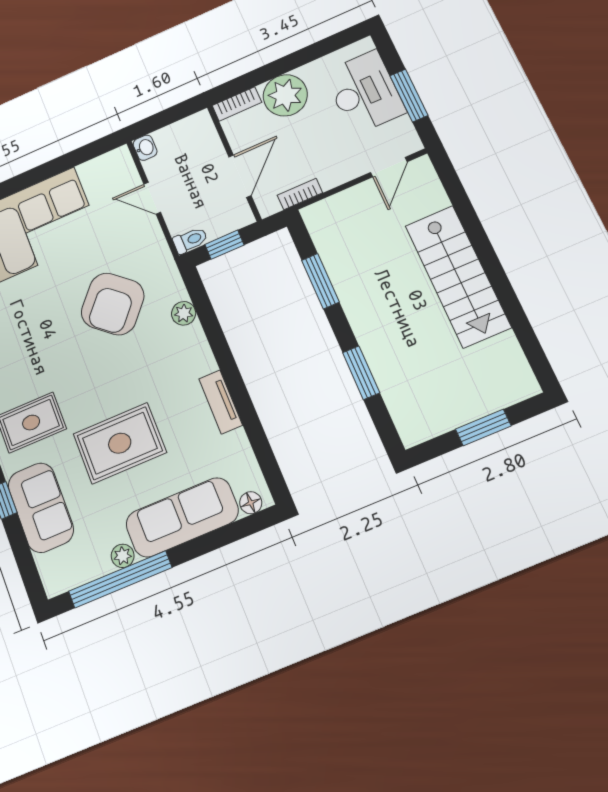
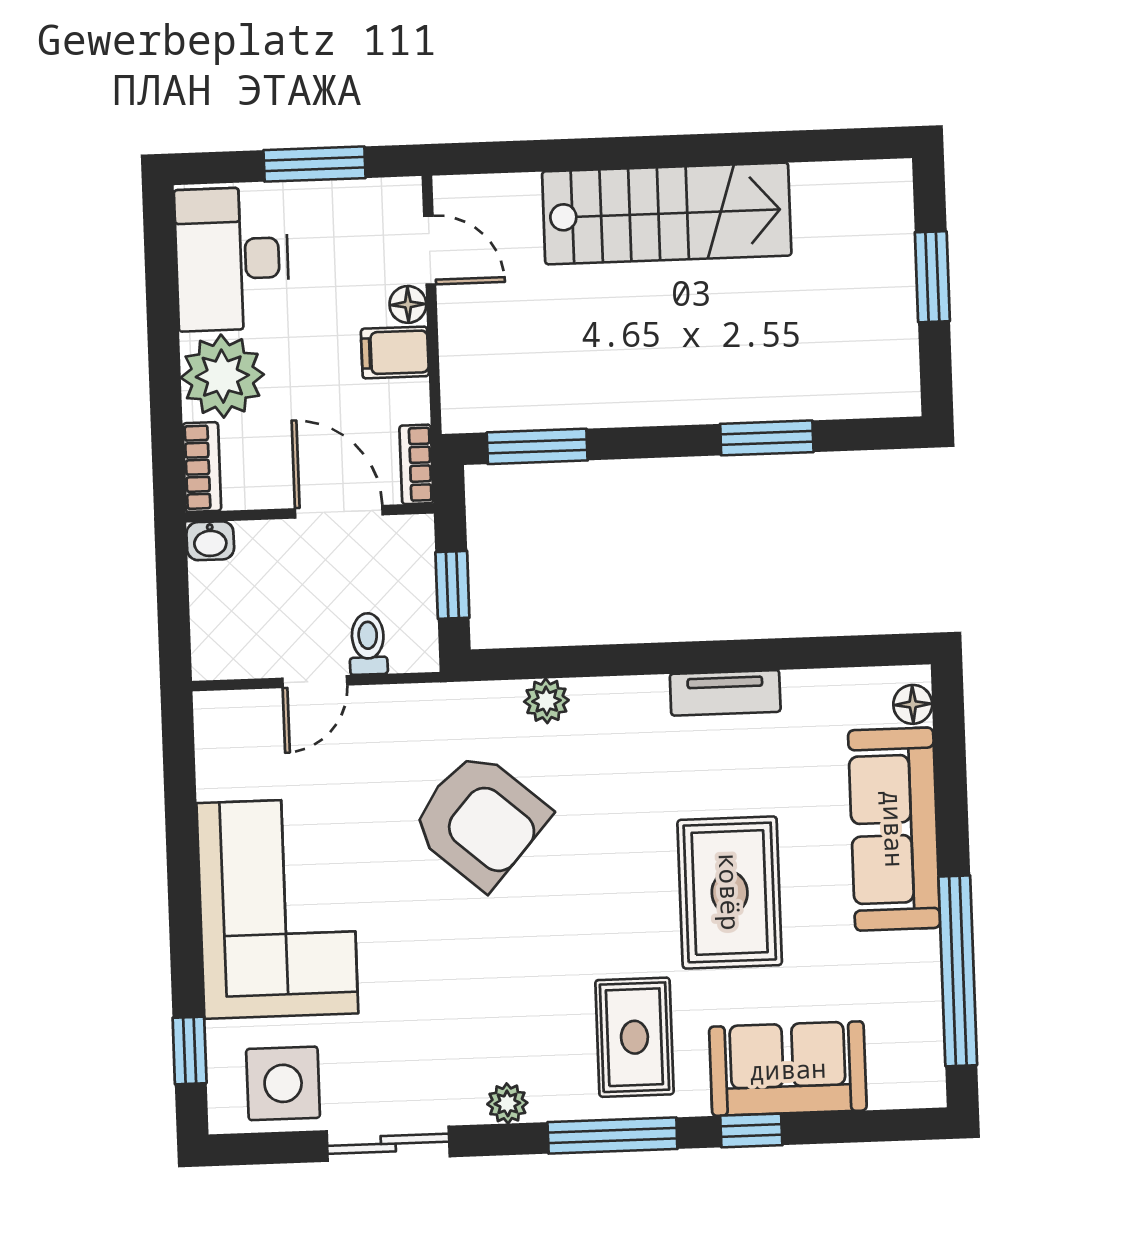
desk: (365, 92) -> (232, 259), moved, turned -90
washbasin: (145, 148) -> (210, 541), moved, turned 180
floor lamp: (357, 168) -> (408, 304), added
filing cabinet: (330, 171) -> (395, 352), added
bookcase: (300, 194) -> (416, 464), moved
toilet: (190, 240) -> (368, 644), moved
window: (320, 281) -> (537, 446), moved
plant: (123, 556) -> (921, 953), removed

